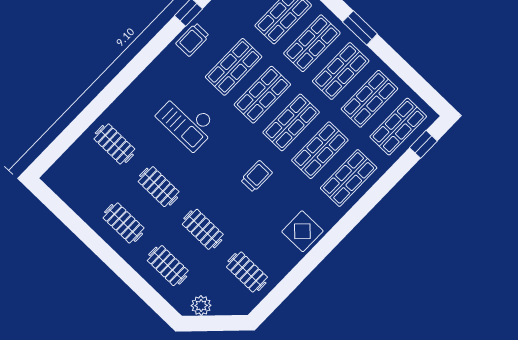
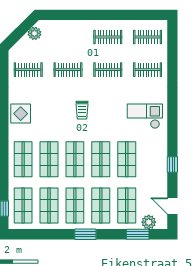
trolley: (192, 40) -> (158, 153), removed
checkout: (187, 121) -> (145, 116), moved
trolley: (256, 176) -> (82, 110), moved
clothes rail: (168, 266) -> (148, 37), moved

